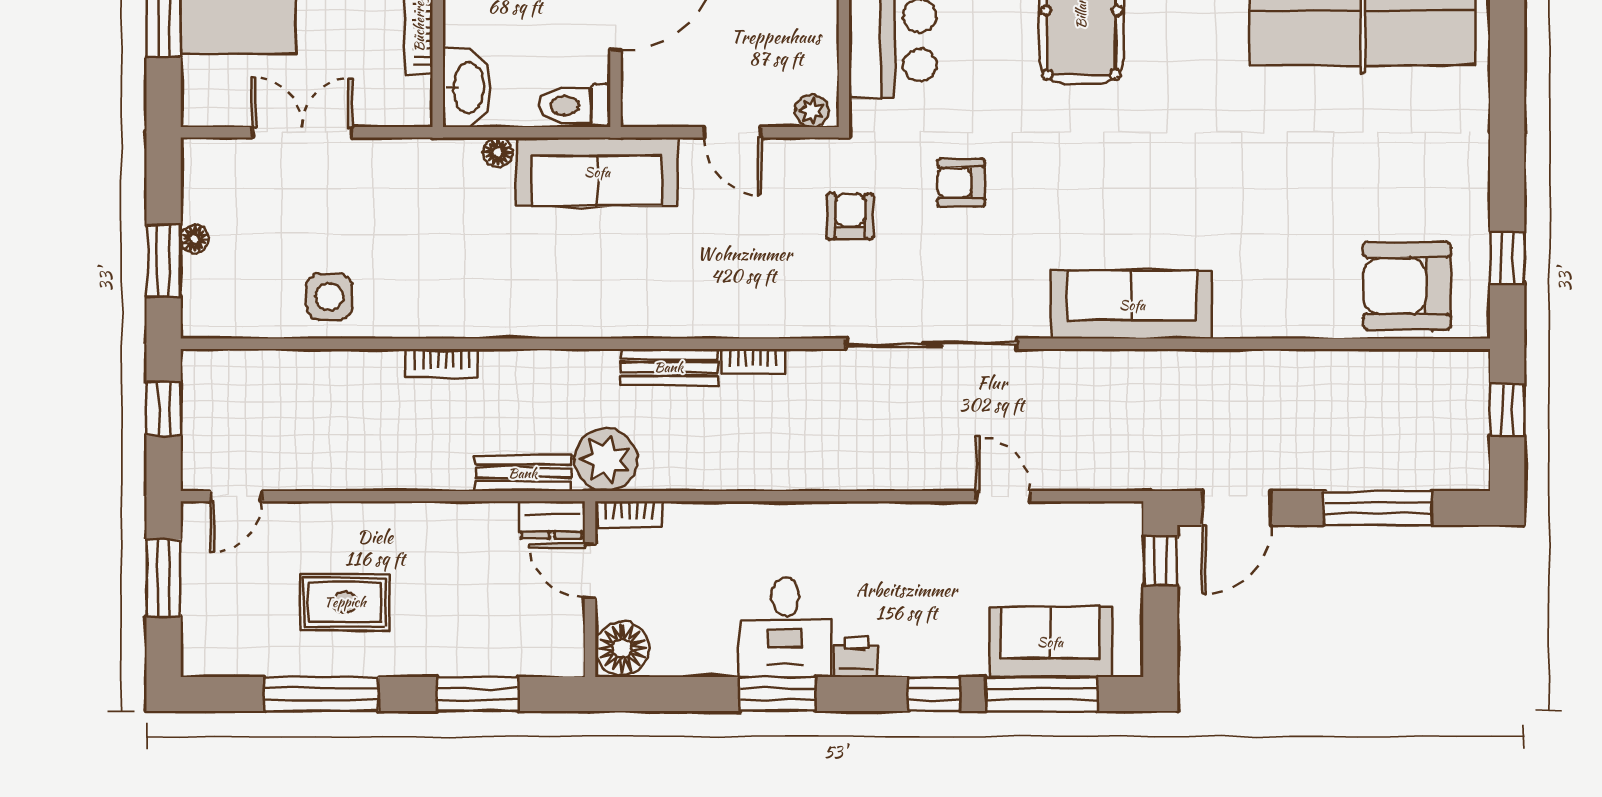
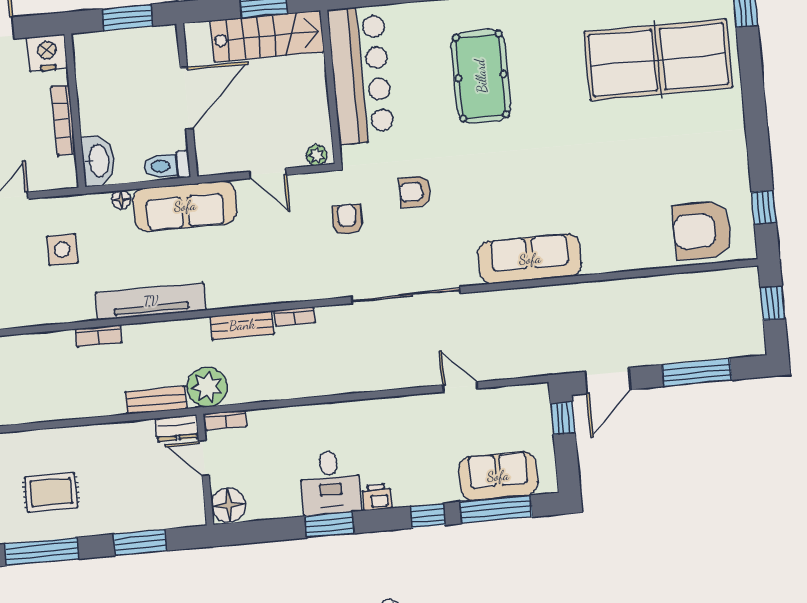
side table: (329, 297) -> (62, 250), moved
tv unit: (529, 317) -> (151, 301), added

